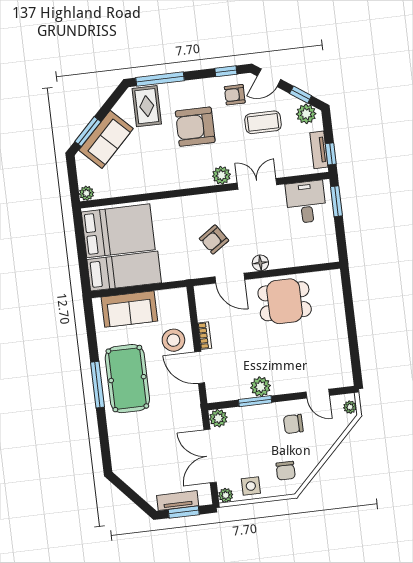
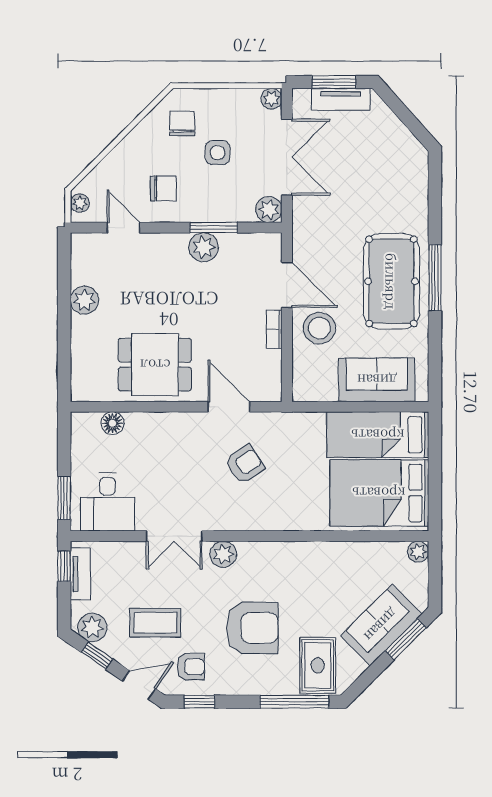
floor lamp: (260, 263) -> (113, 423), moved
plant: (339, 340) -> (84, 300), added
side table: (251, 486) -> (217, 153), moved

